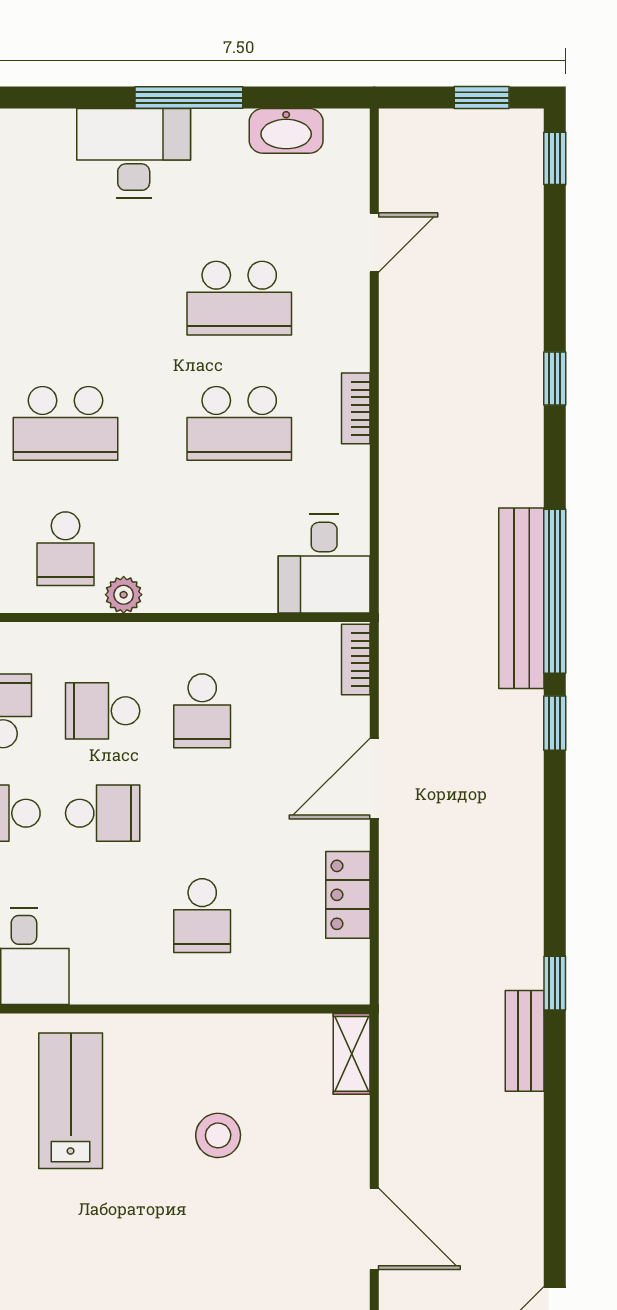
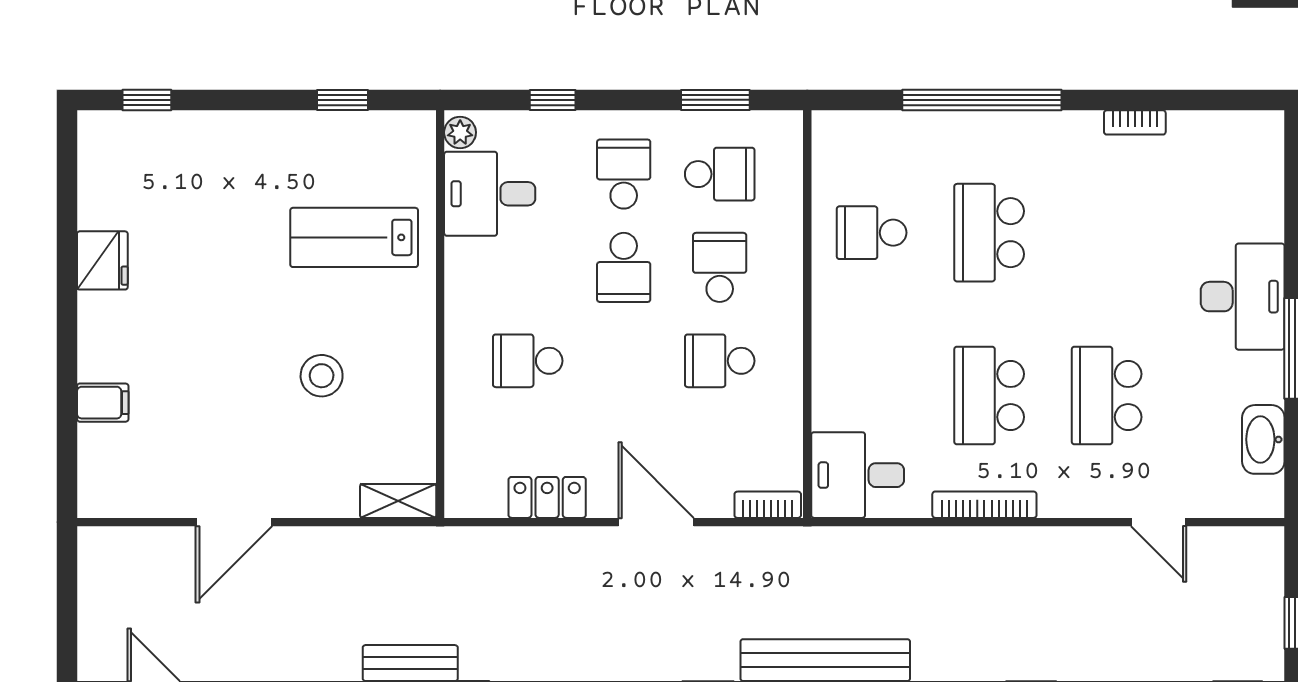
bookcase: (356, 408) -> (984, 505), width x1.56
plant: (124, 595) -> (828, 287), removed
lab bench: (71, 1101) -> (354, 237), turned 180

